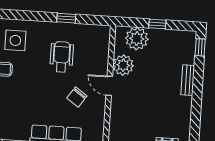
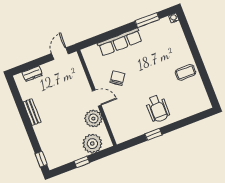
side table: (15, 40) -> (184, 99), removed
wheelchair: (62, 57) -> (158, 108), moved
bench: (188, 80) -> (32, 112), moved

